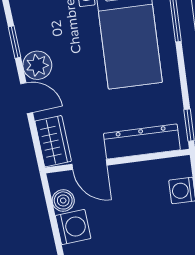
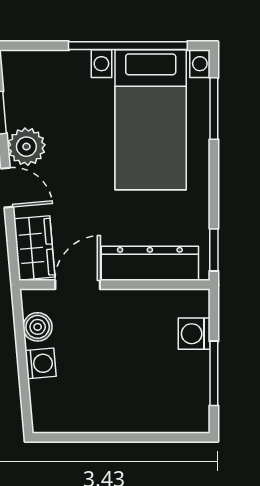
door: (89, 165) -> (78, 285), swing flipped
washing machine: (73, 227) -> (41, 363), width x0.73, depth x0.73

